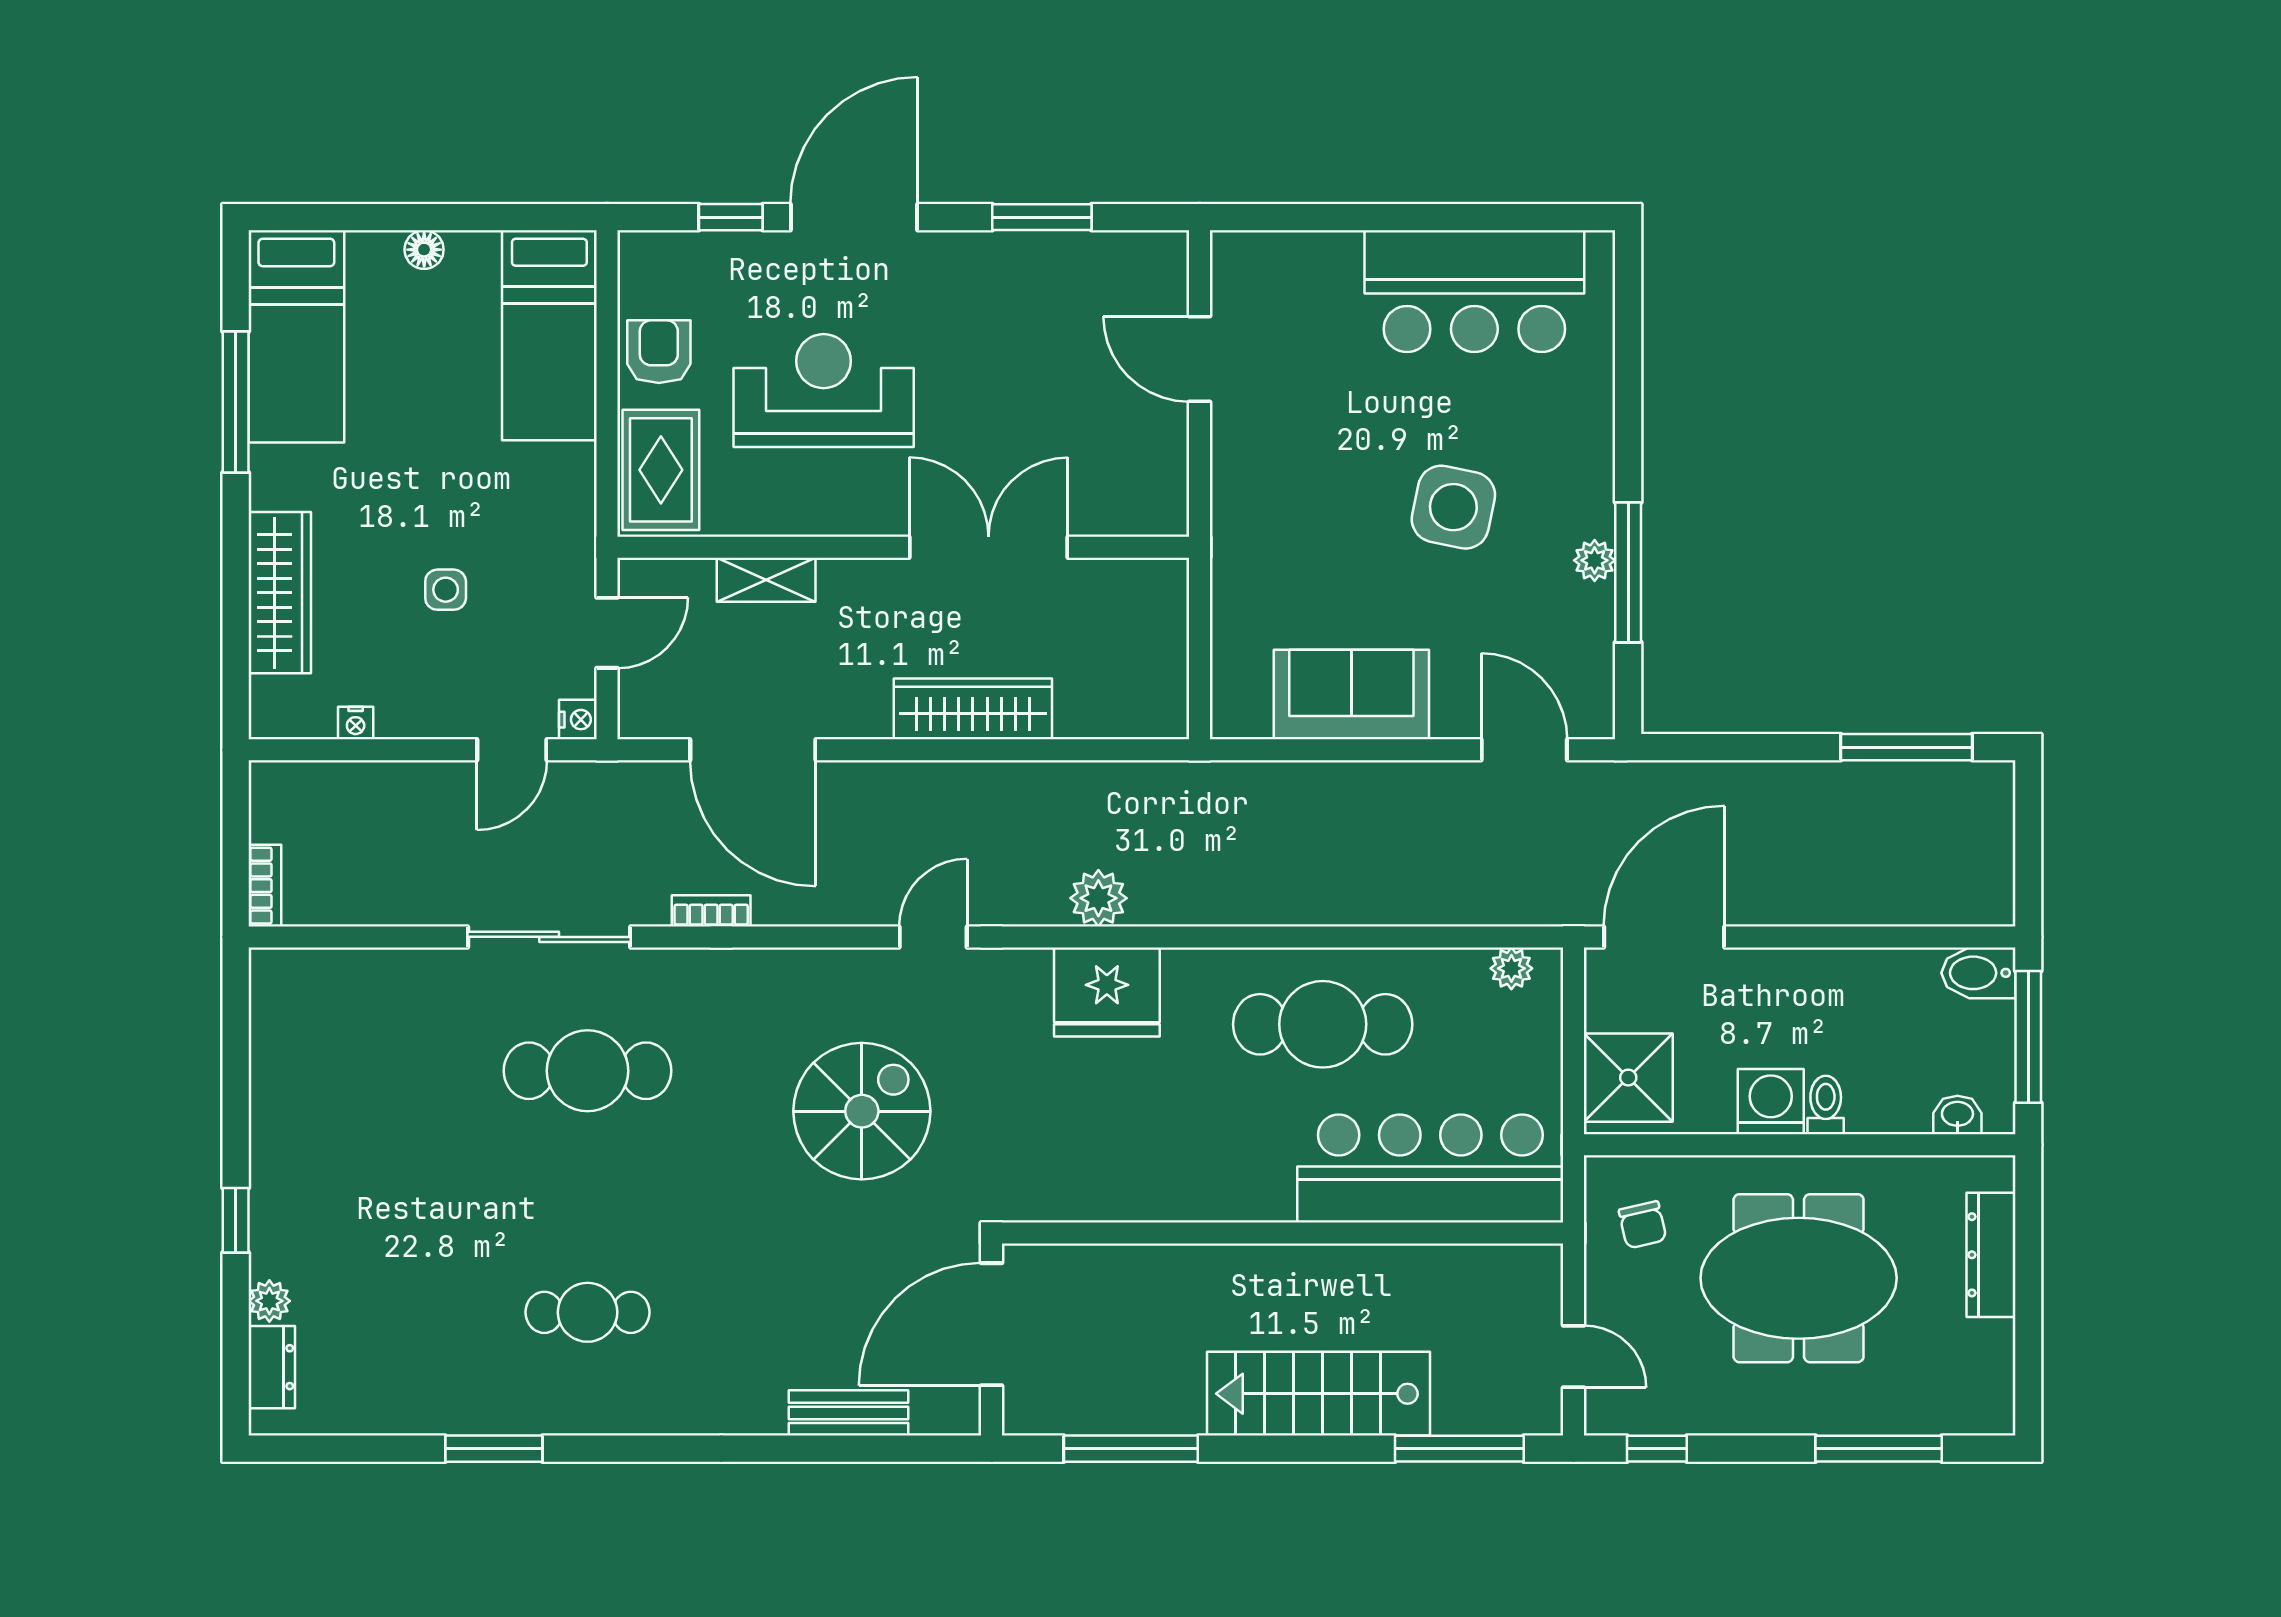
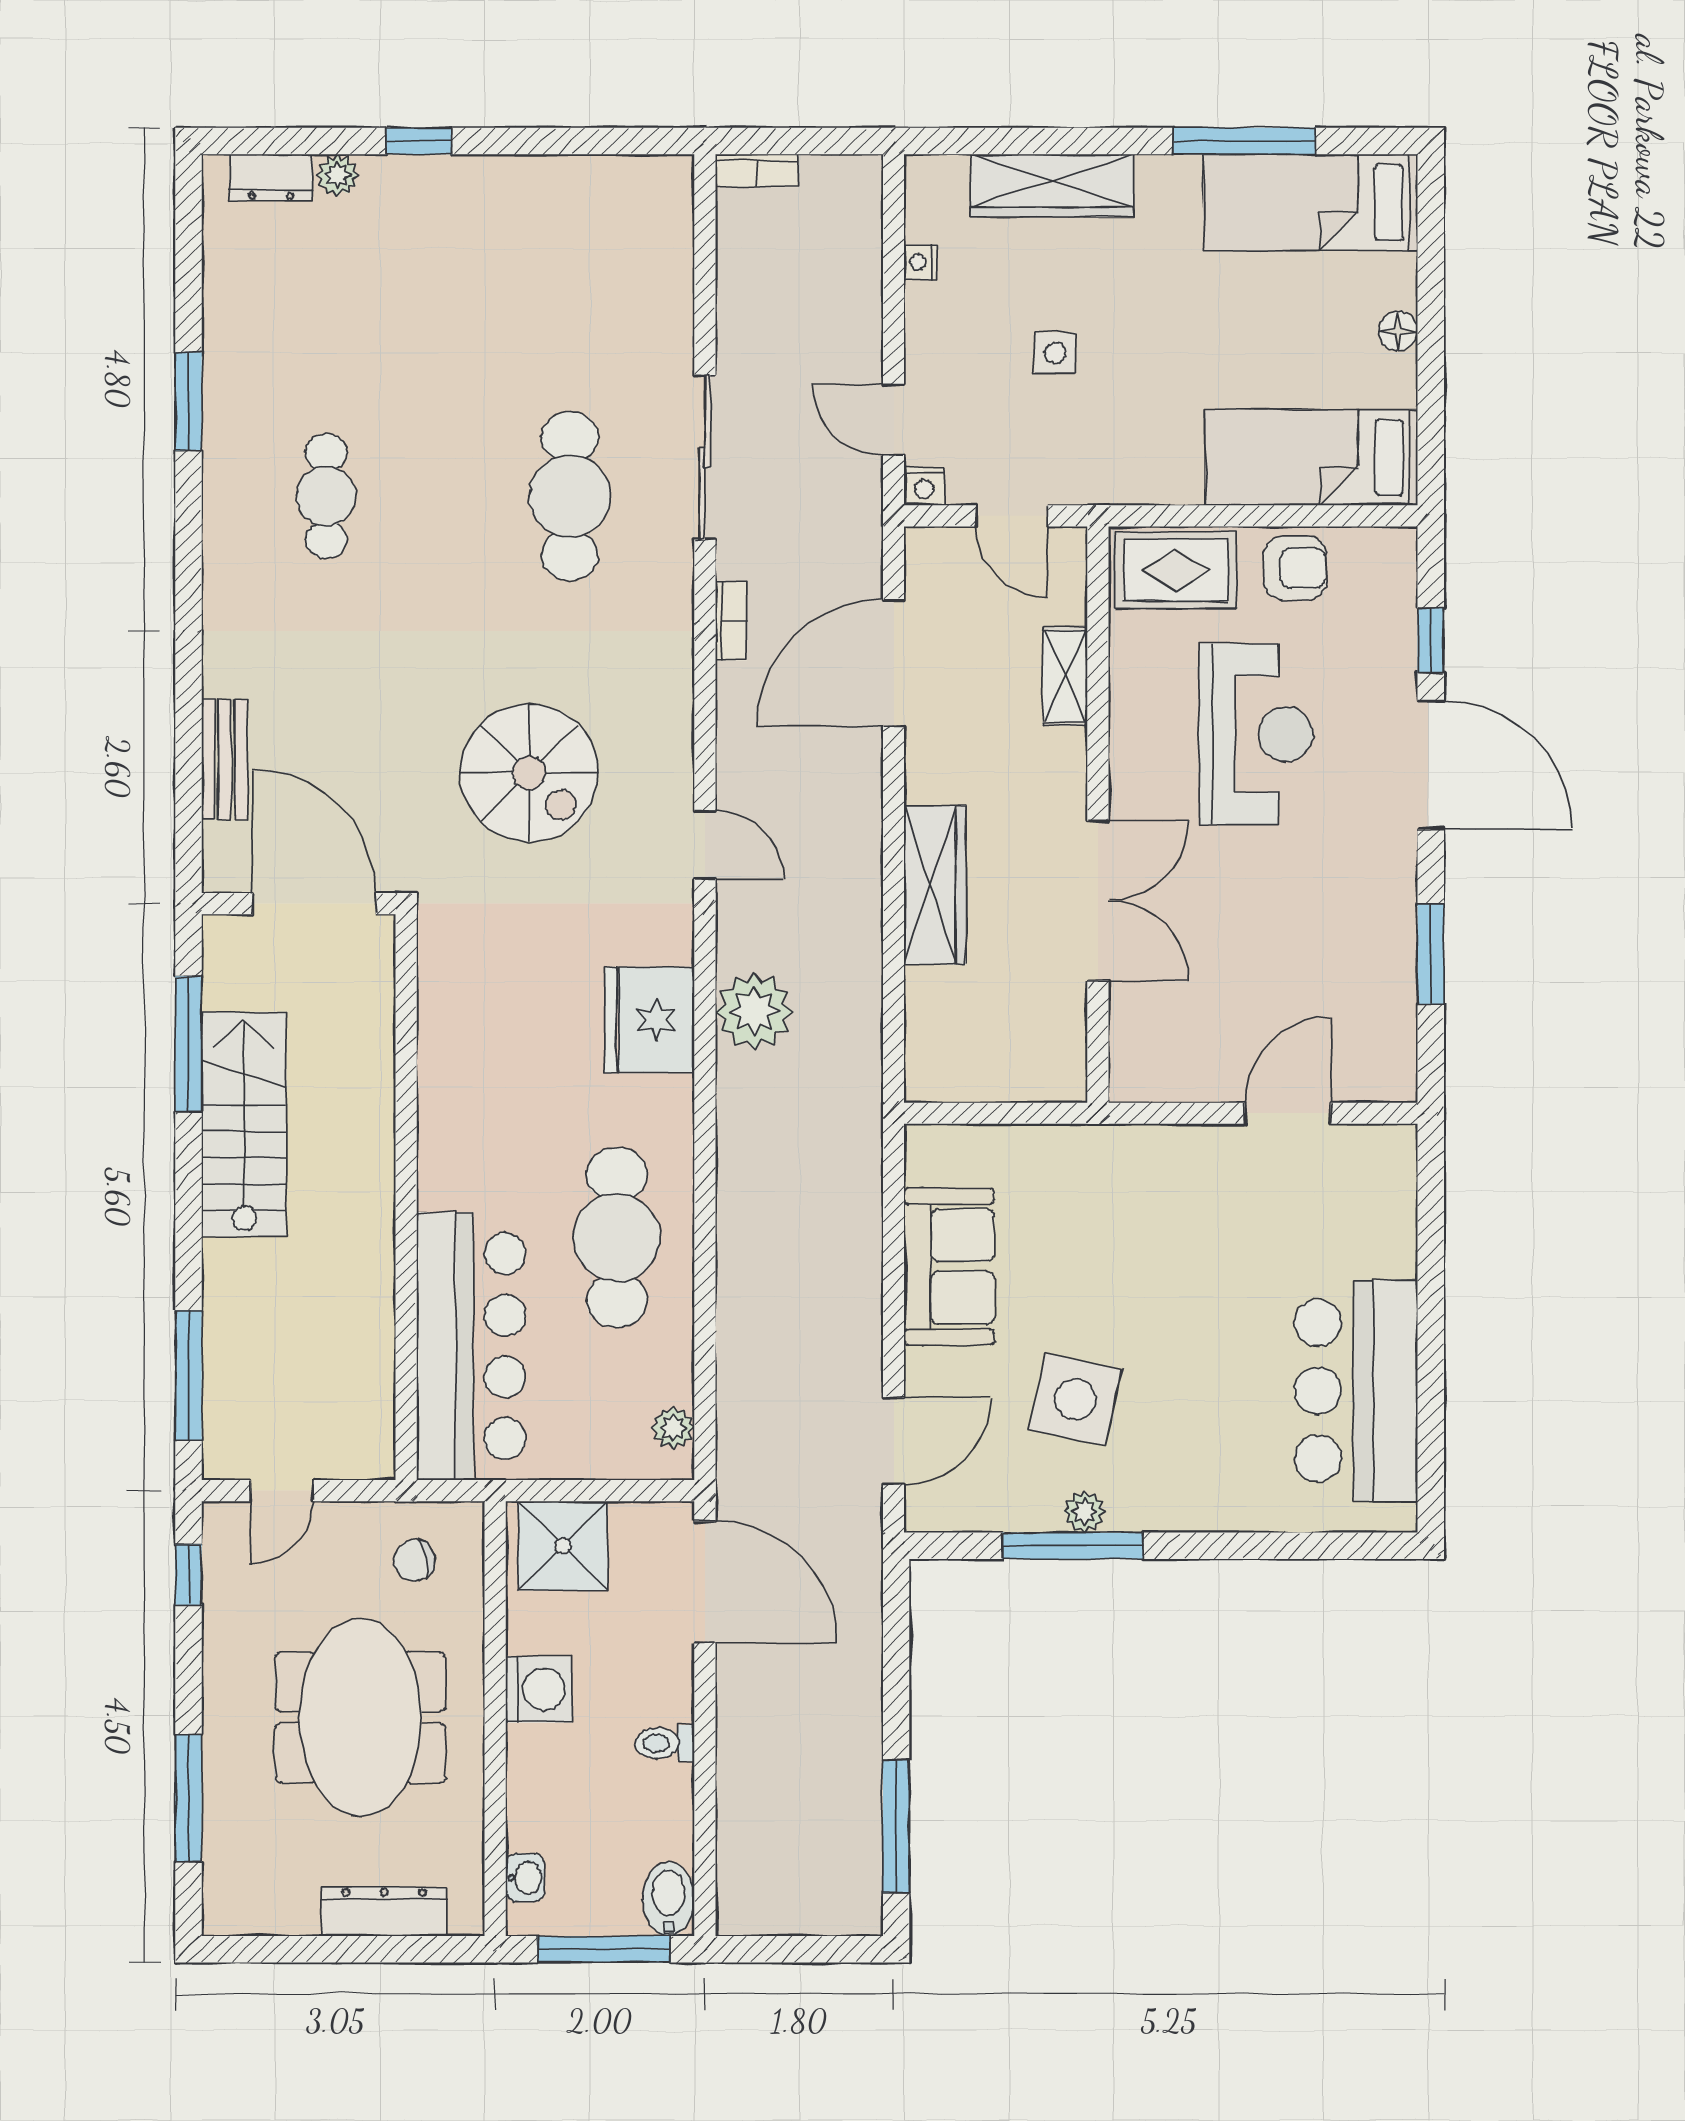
side table: (1453, 507) -> (1075, 1399), moved
plant: (1098, 898) -> (754, 1011), width x1.36, depth x1.36
toilet: (1826, 1105) -> (665, 1743), moved, turned 180
stairs: (1318, 1394) -> (244, 1124), moved

